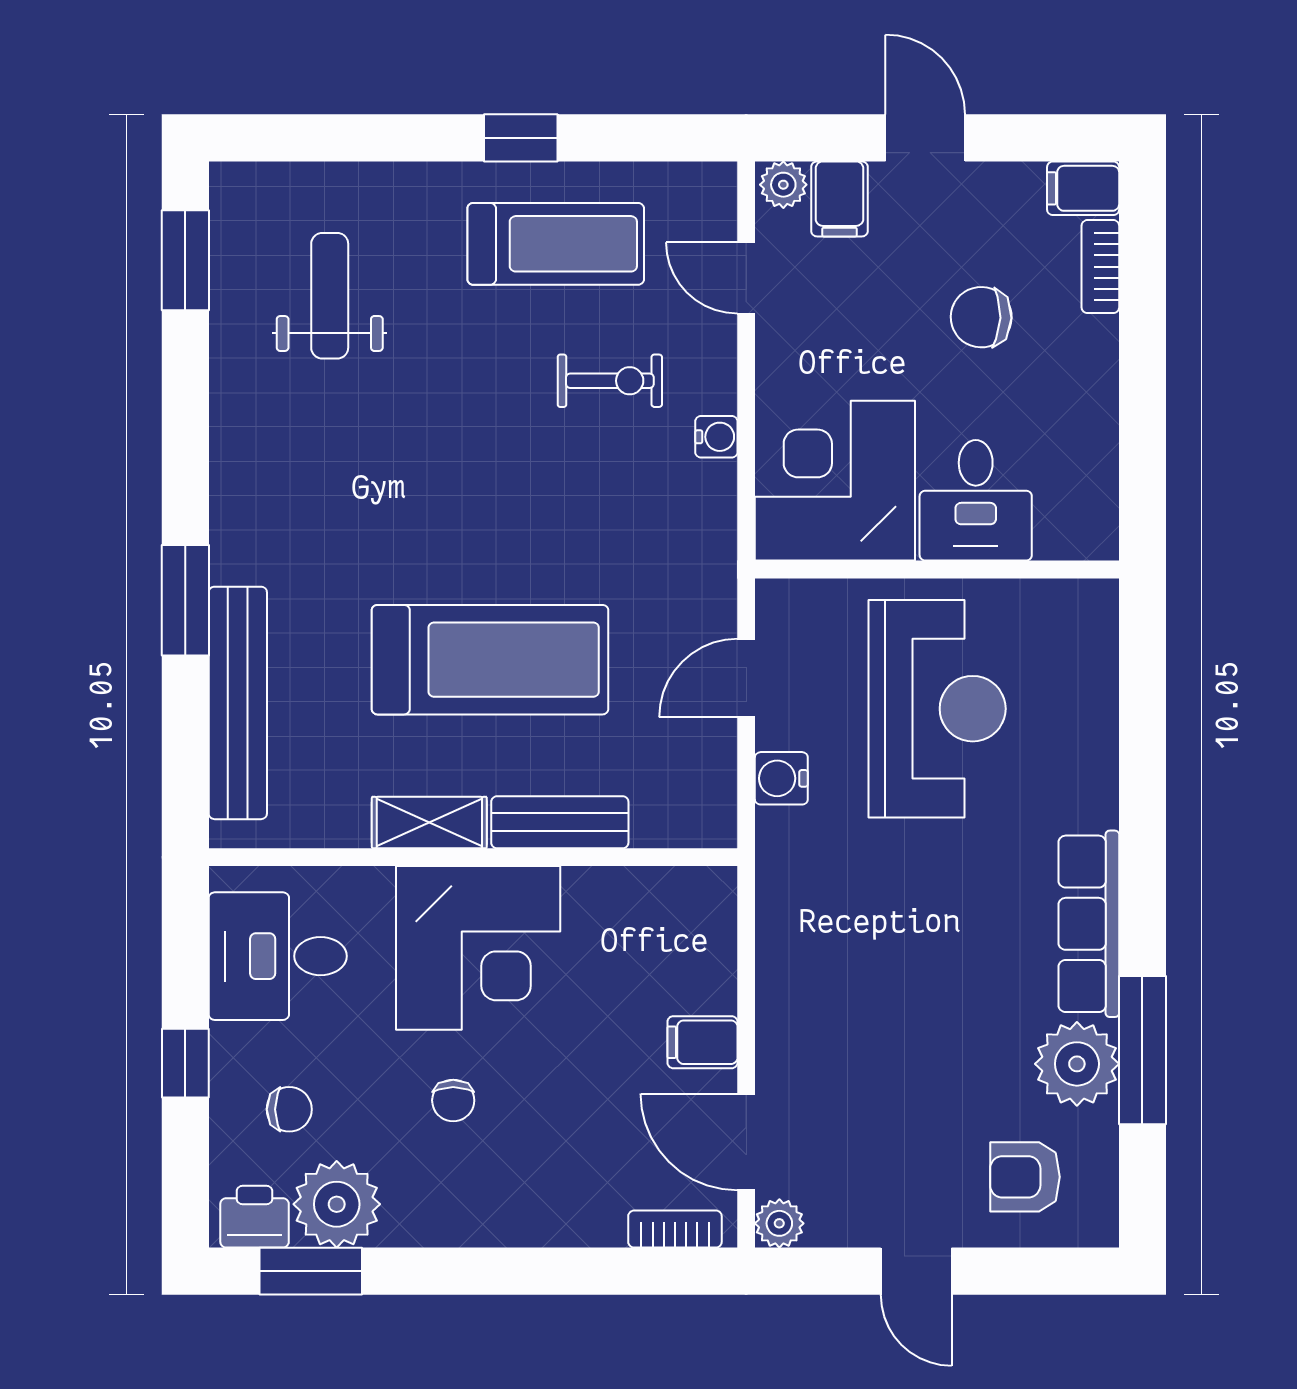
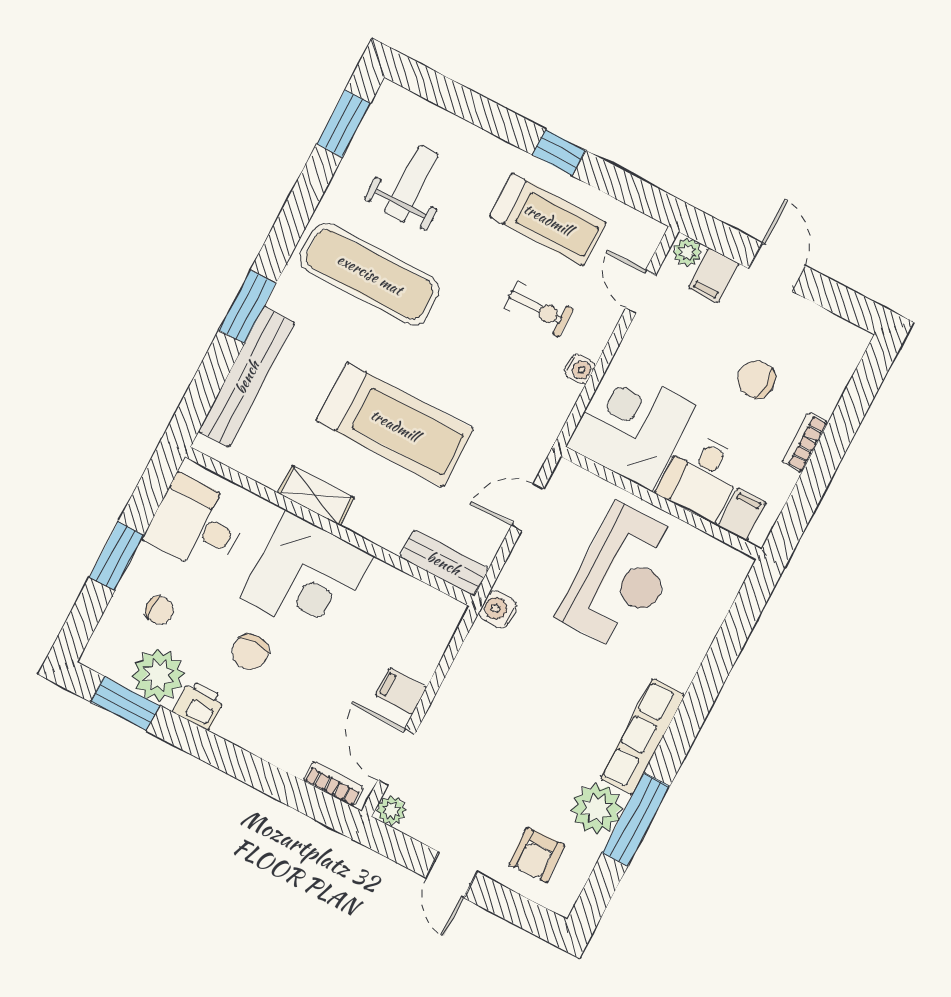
filing cabinet: (1083, 188) -> (742, 514), moved, turned 90
bookcase: (1100, 267) -> (805, 442), moved
exercise mat: (338, 460) -> (370, 274), added
water cooler: (781, 778) -> (498, 609), moved
bench: (560, 822) -> (444, 563), moved
window: (185, 1063) -> (116, 556), width x1.50
chair: (453, 1100) -> (250, 652), width x1.37, depth x1.37
armchair: (1025, 1177) -> (537, 855), turned -92
printer: (255, 1217) -> (199, 705), moved

